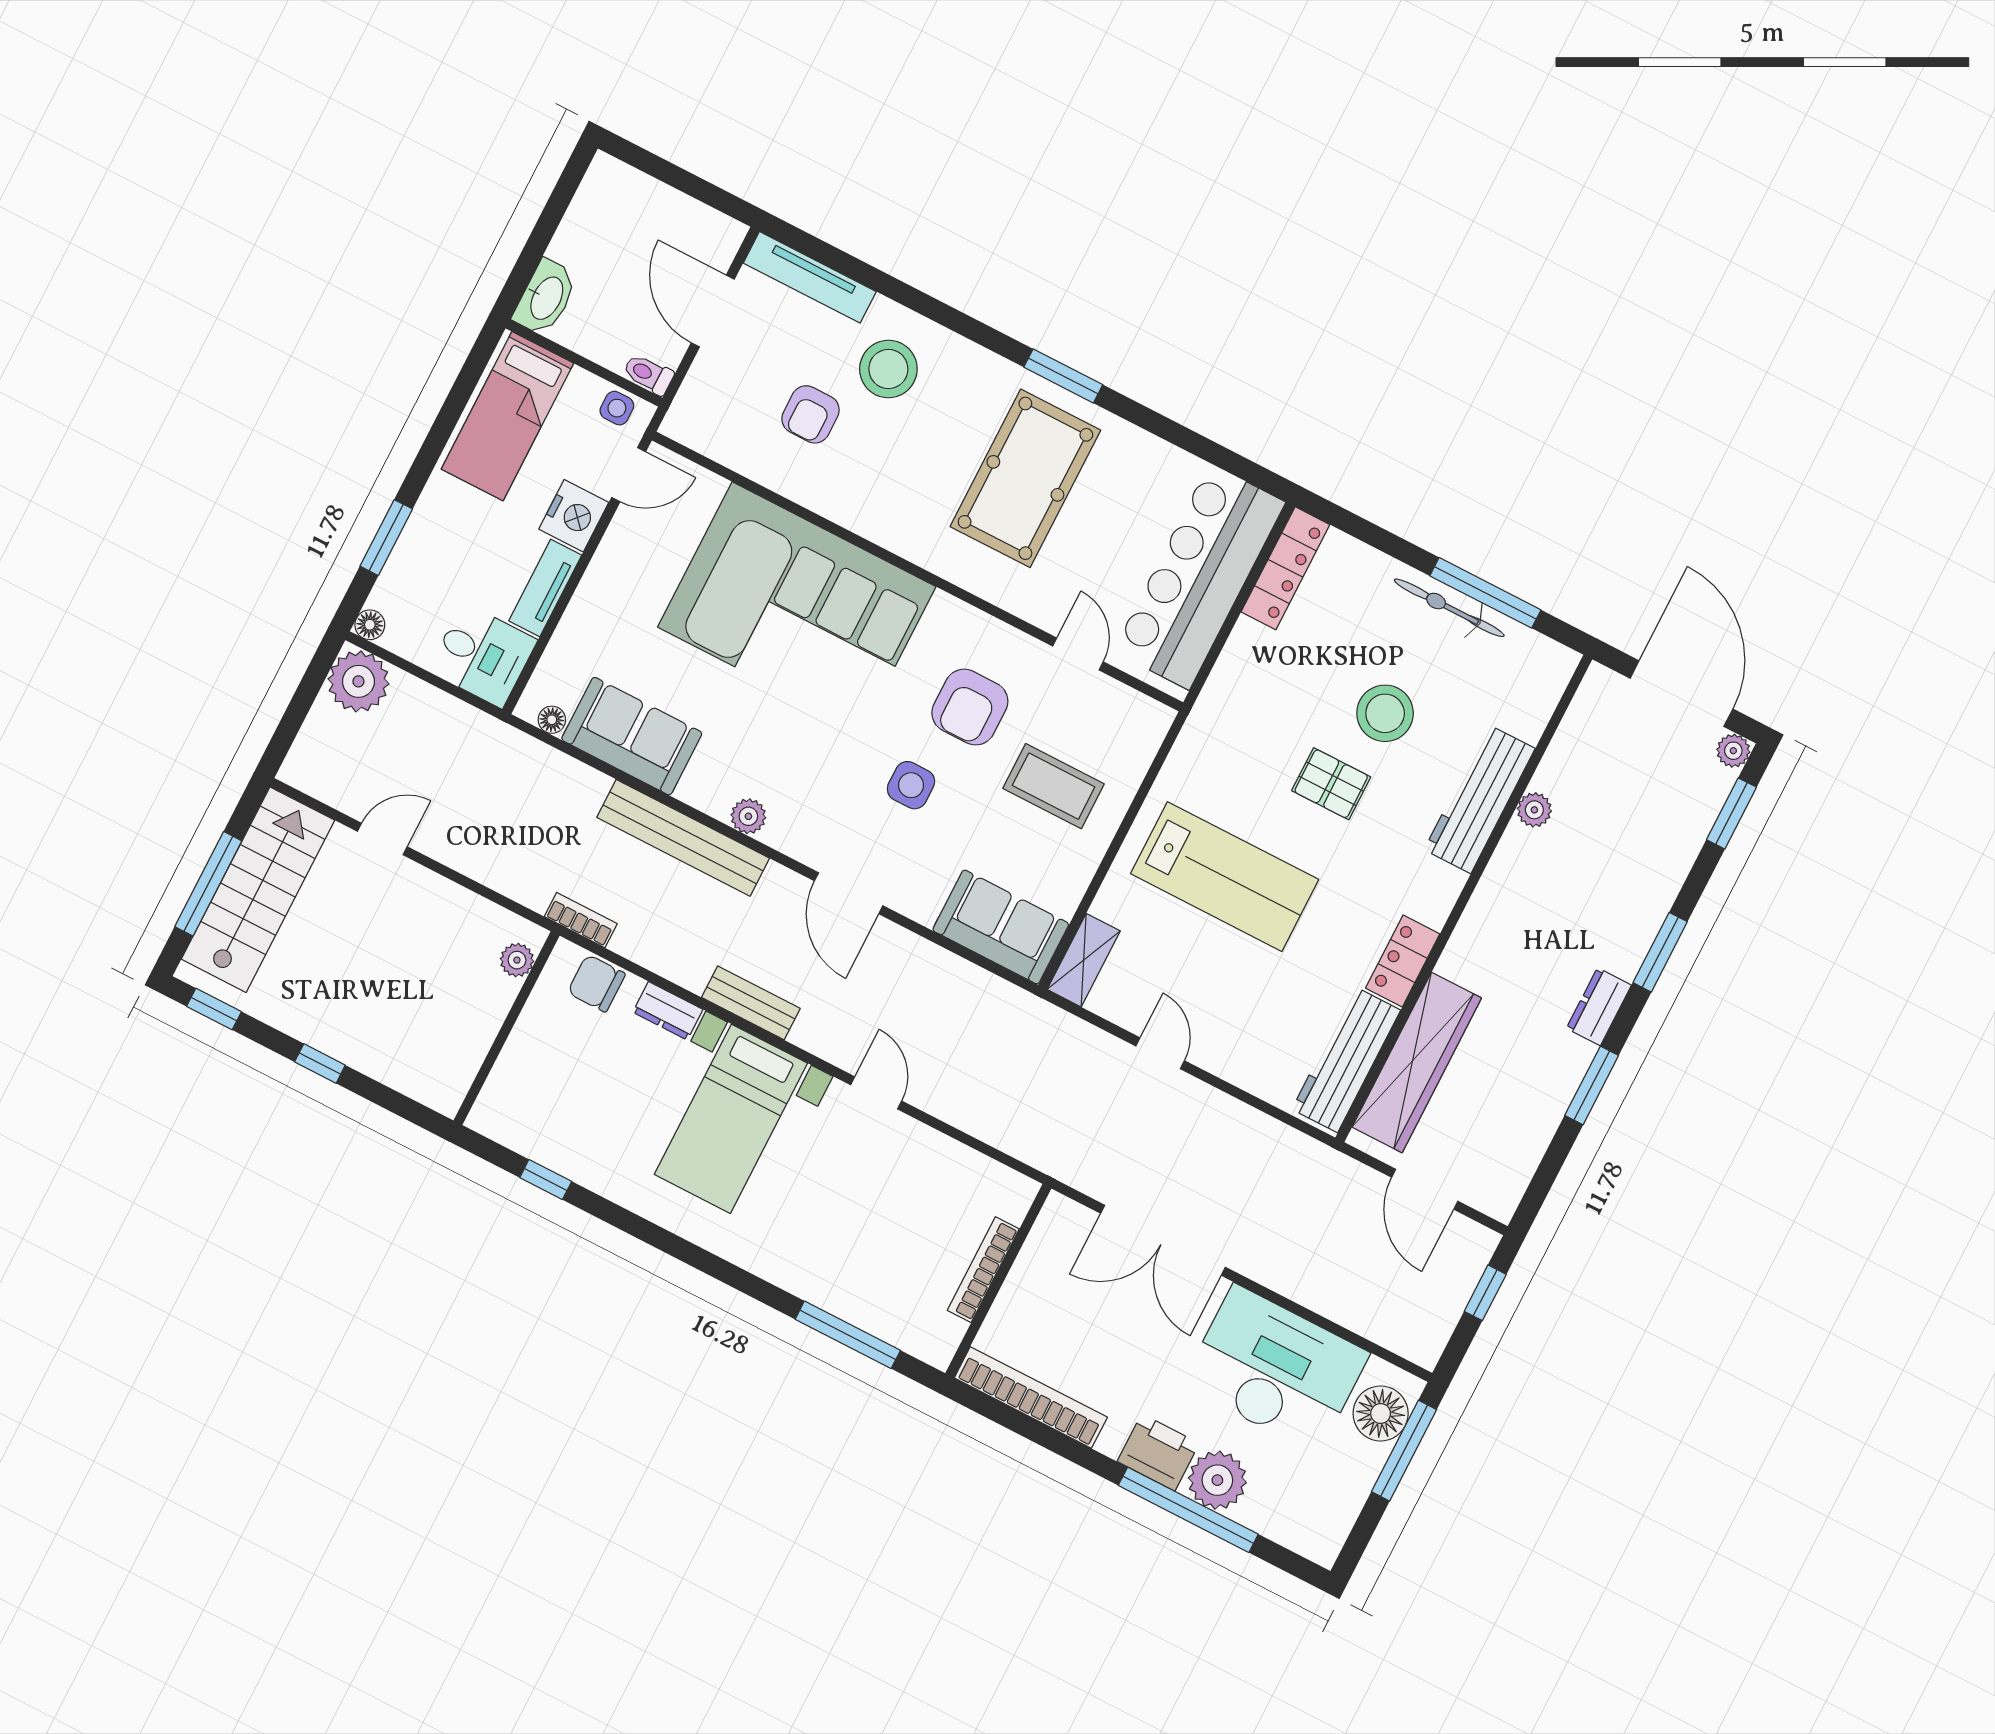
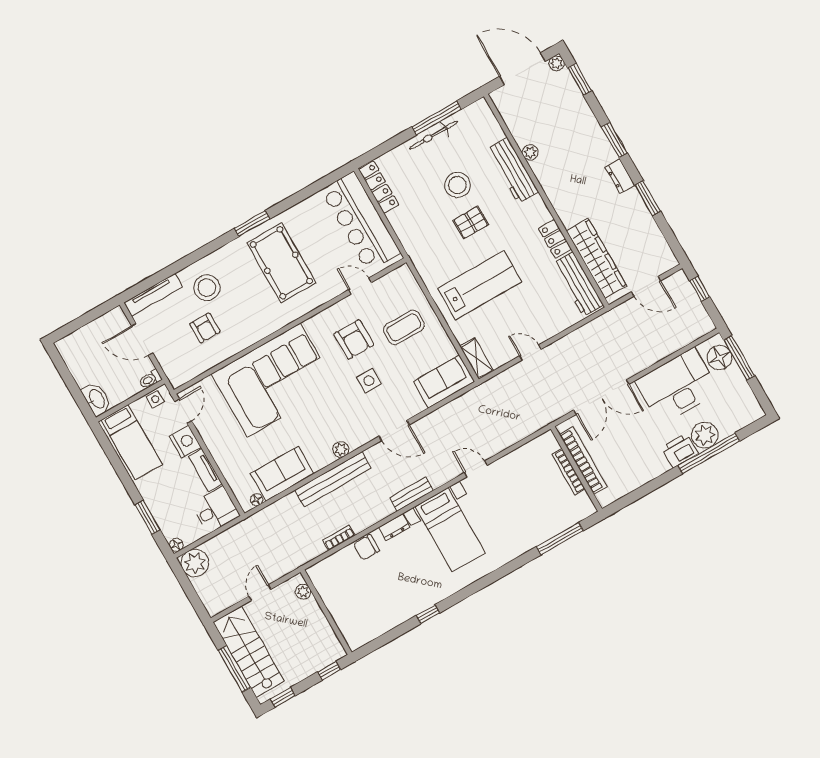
plant: (517, 960) -> (303, 592), moved
wall: (507, 1028) -> (326, 612), moved
bookcase: (1031, 1397) -> (583, 460), moved, turned 90

